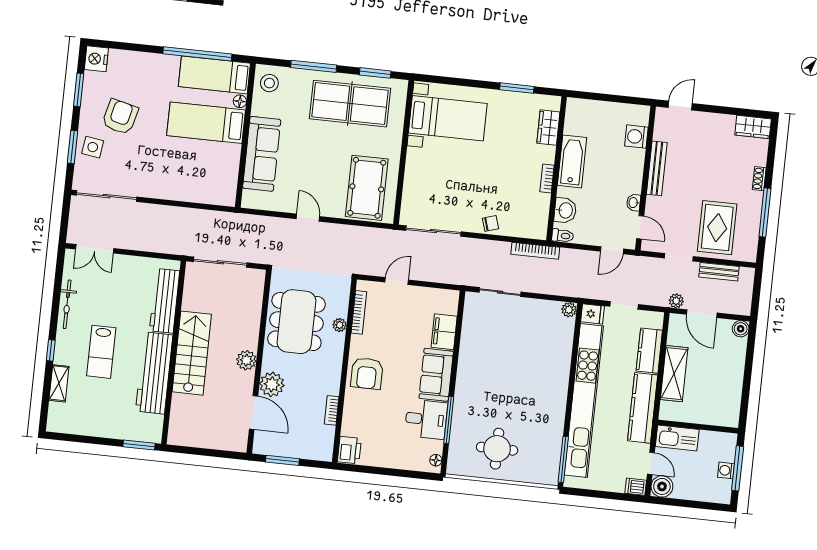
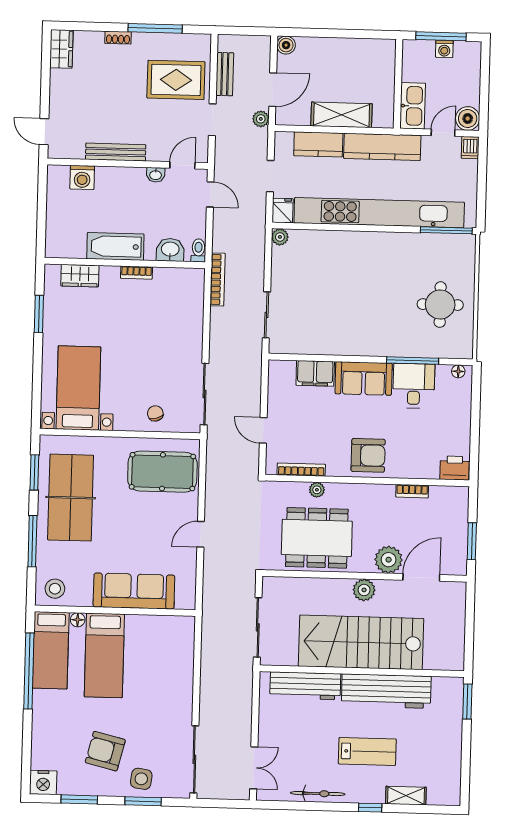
chair: (490, 223) -> (155, 413), moved
stairs: (192, 353) -> (361, 642), width x1.36, depth x1.51

